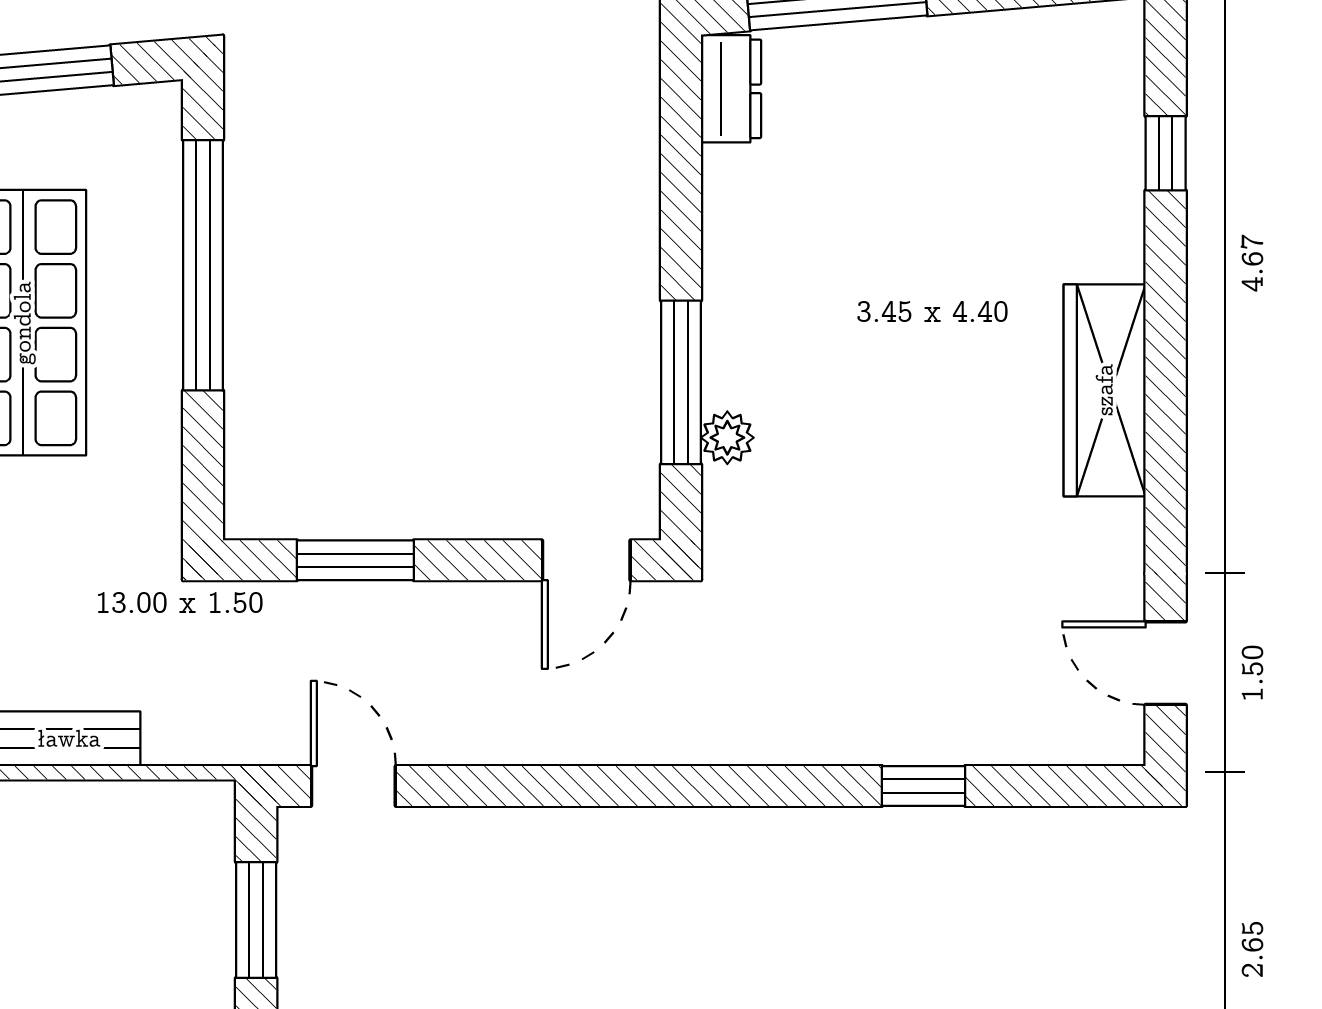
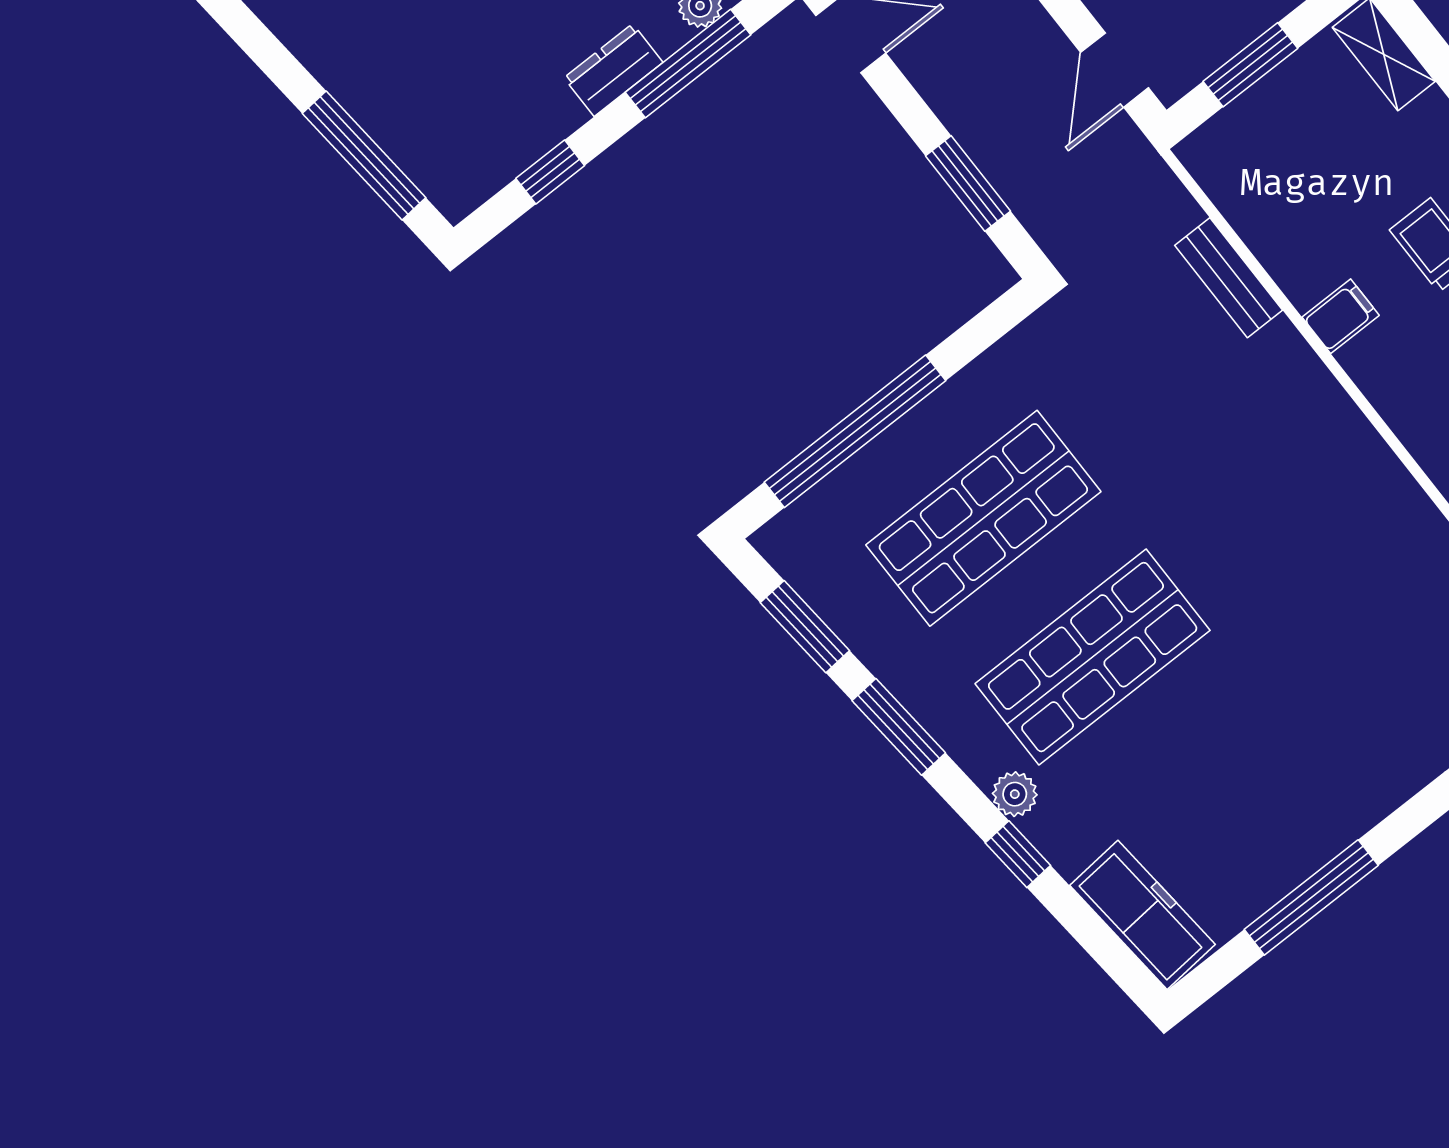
dresser: (731, 89) -> (613, 70), moved
window: (681, 169) -> (550, 172), added

